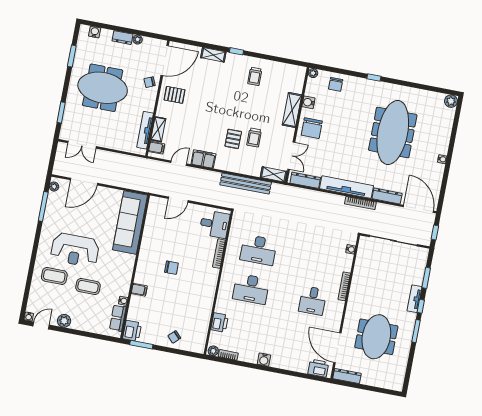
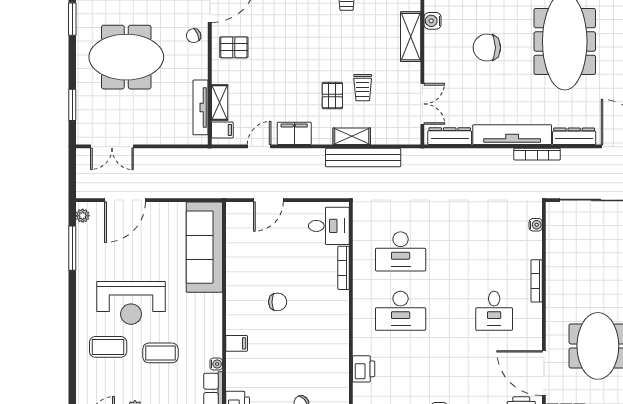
chair: (312, 128) -> (487, 48), moved, turned 90
shelving: (274, 174) -> (352, 136), moved

